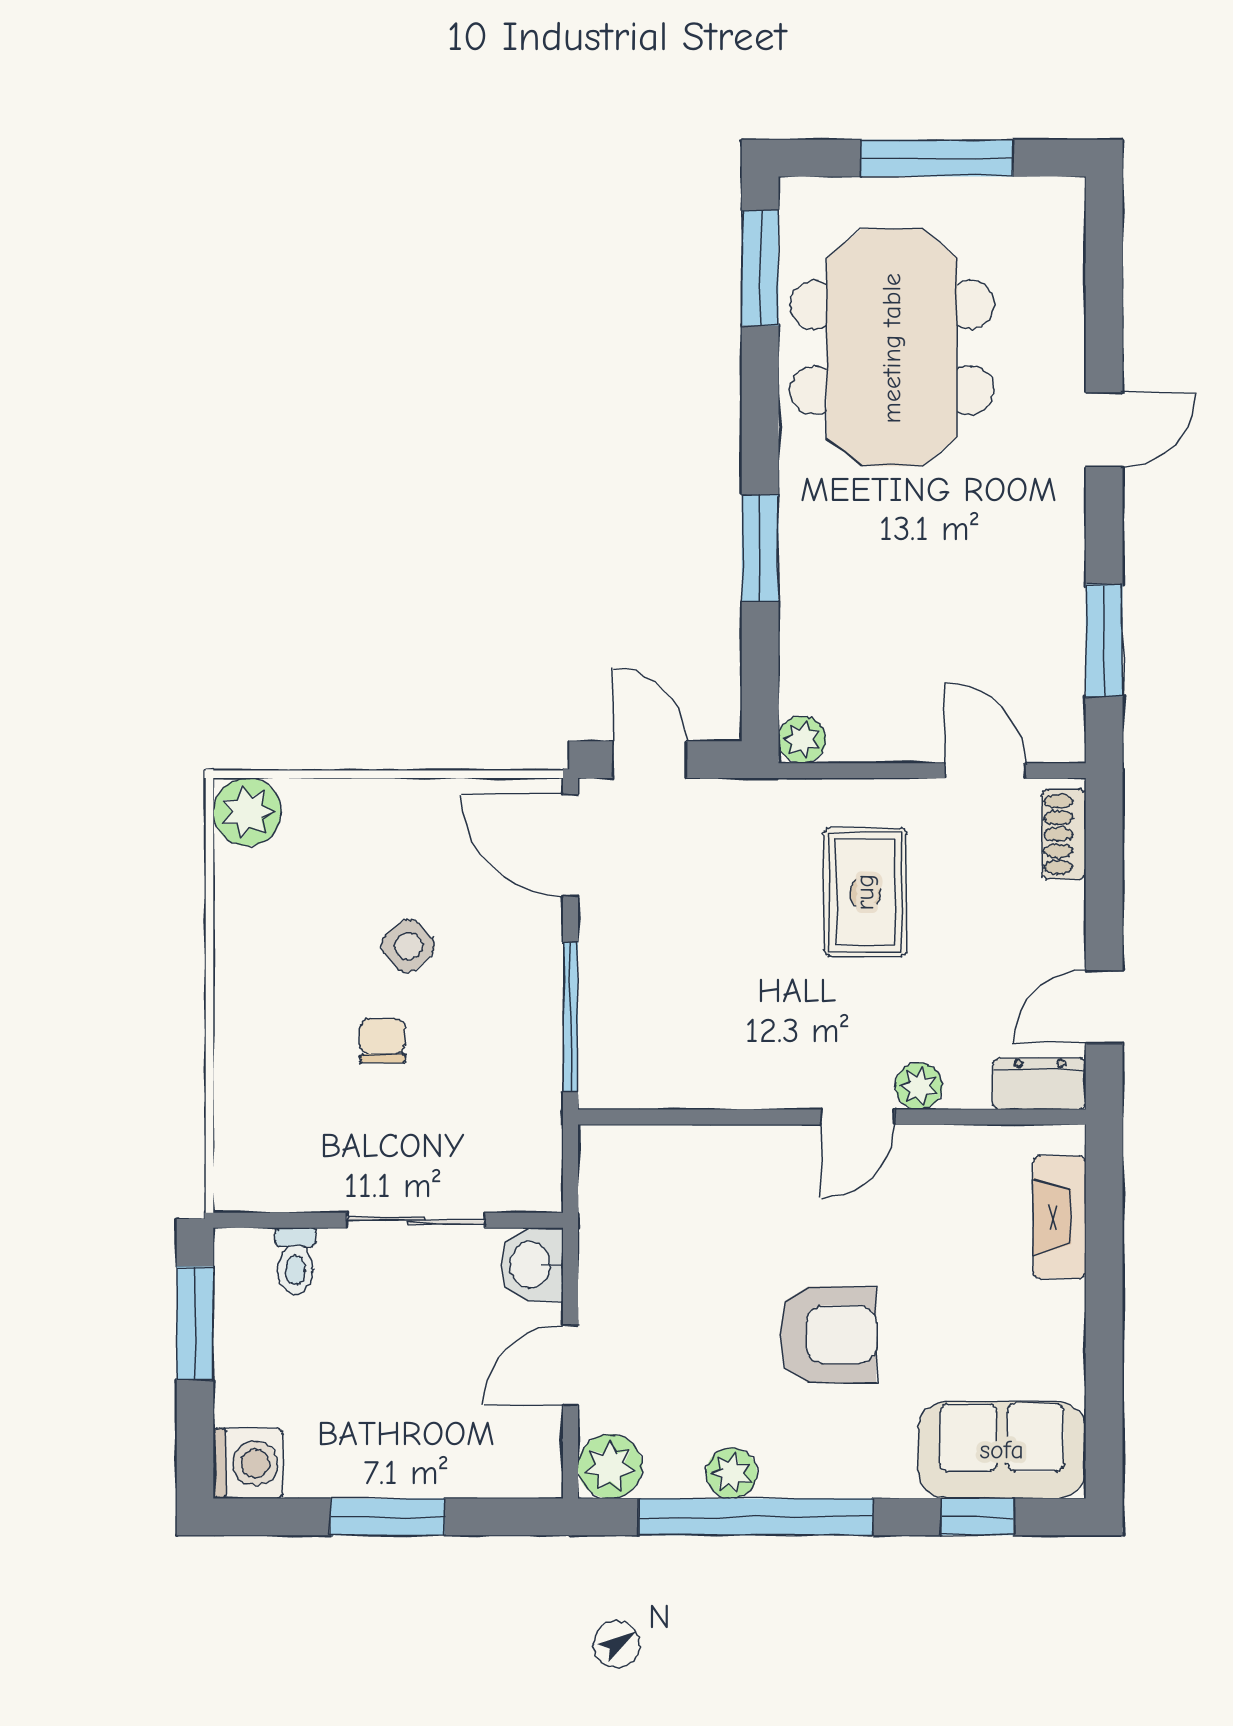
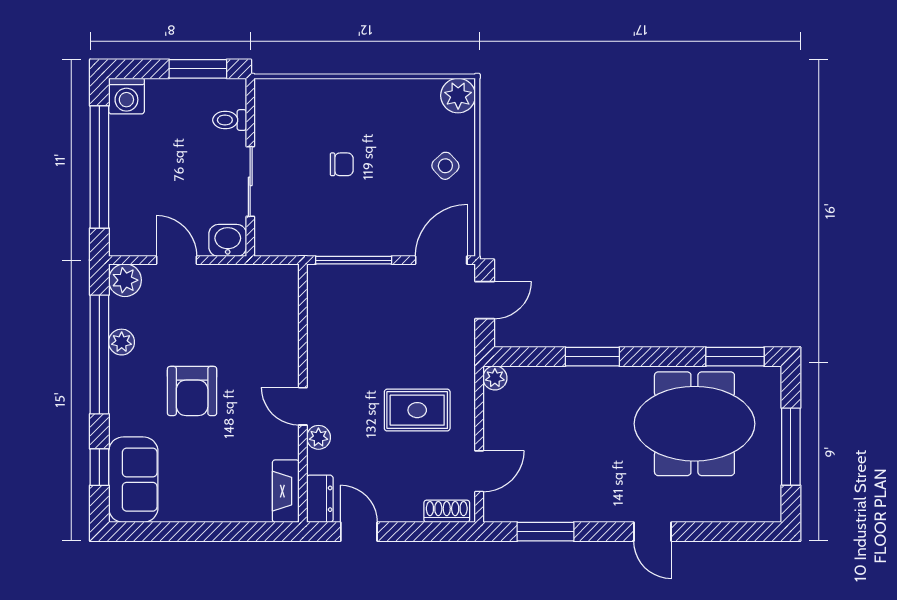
side table: (408, 946) -> (445, 166), moved
fireplace: (1060, 1217) -> (286, 491), moved, turned -90
window: (388, 1517) -> (99, 167), width x2.11

